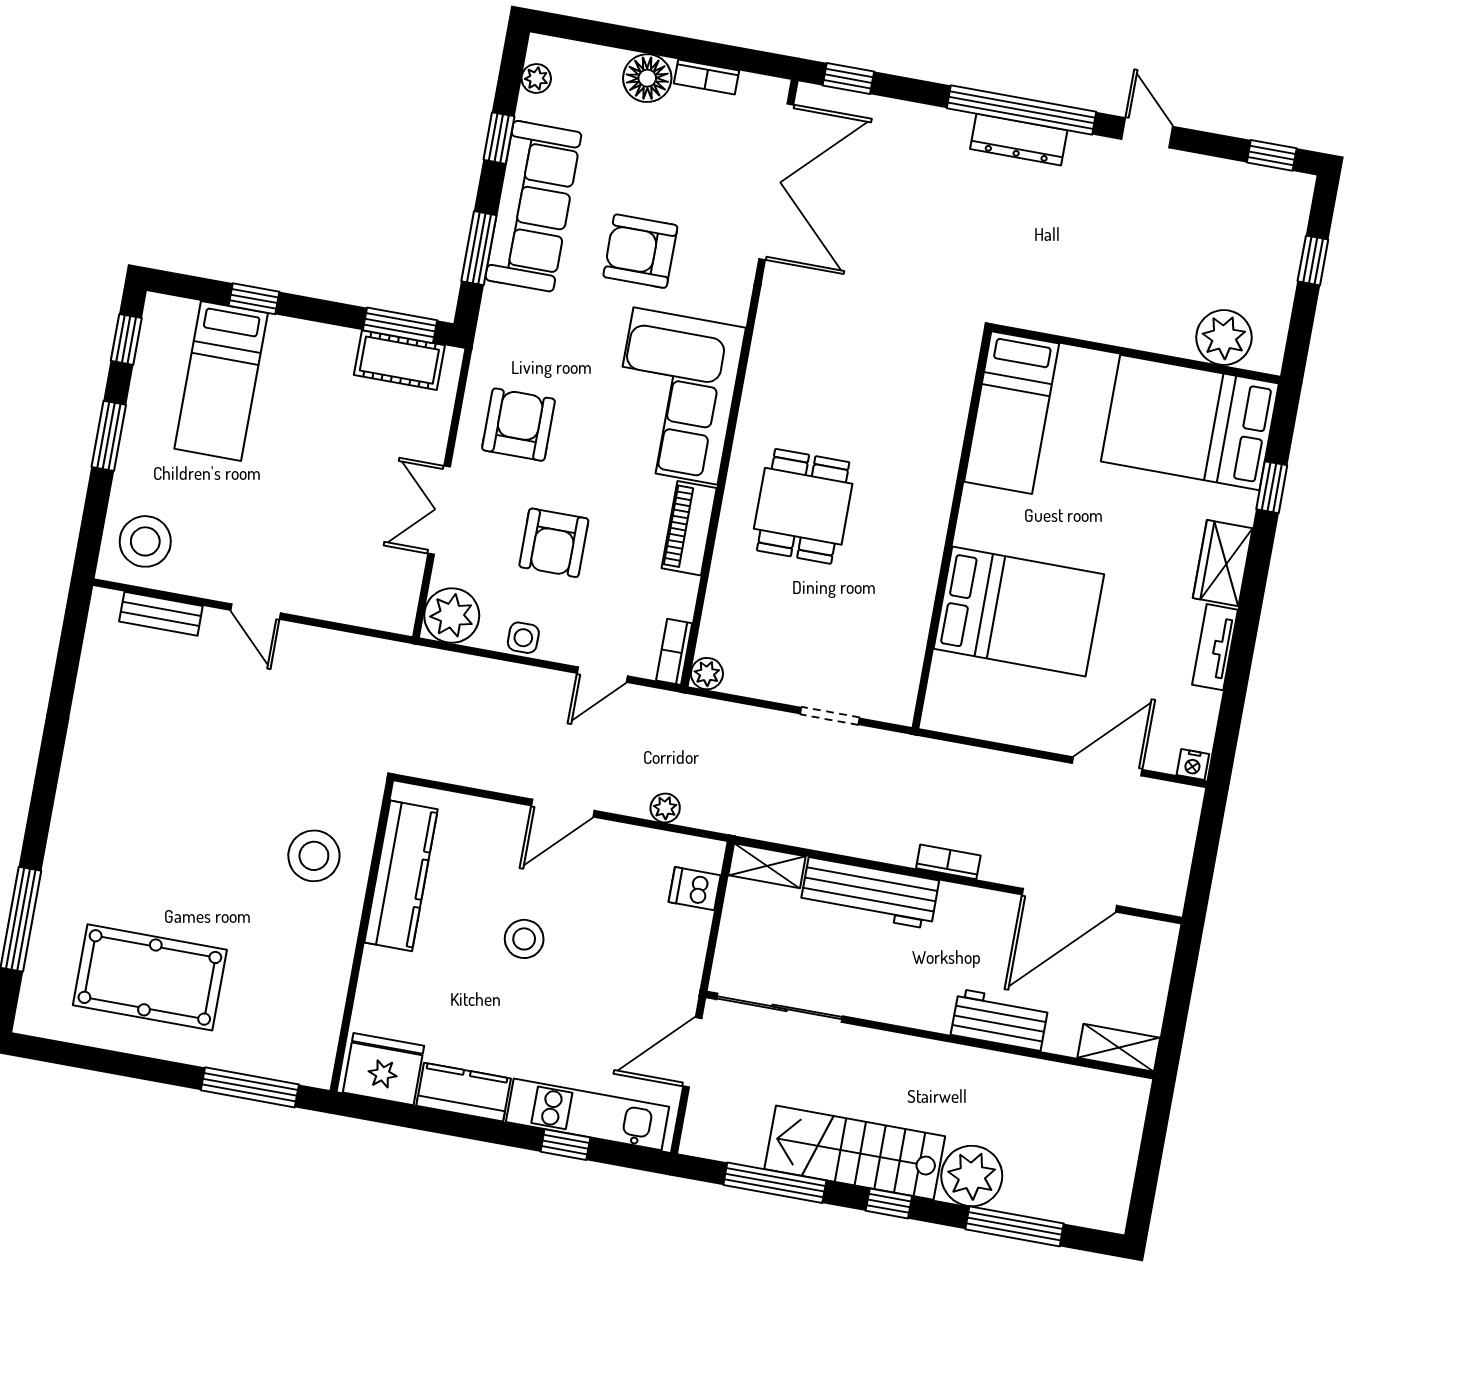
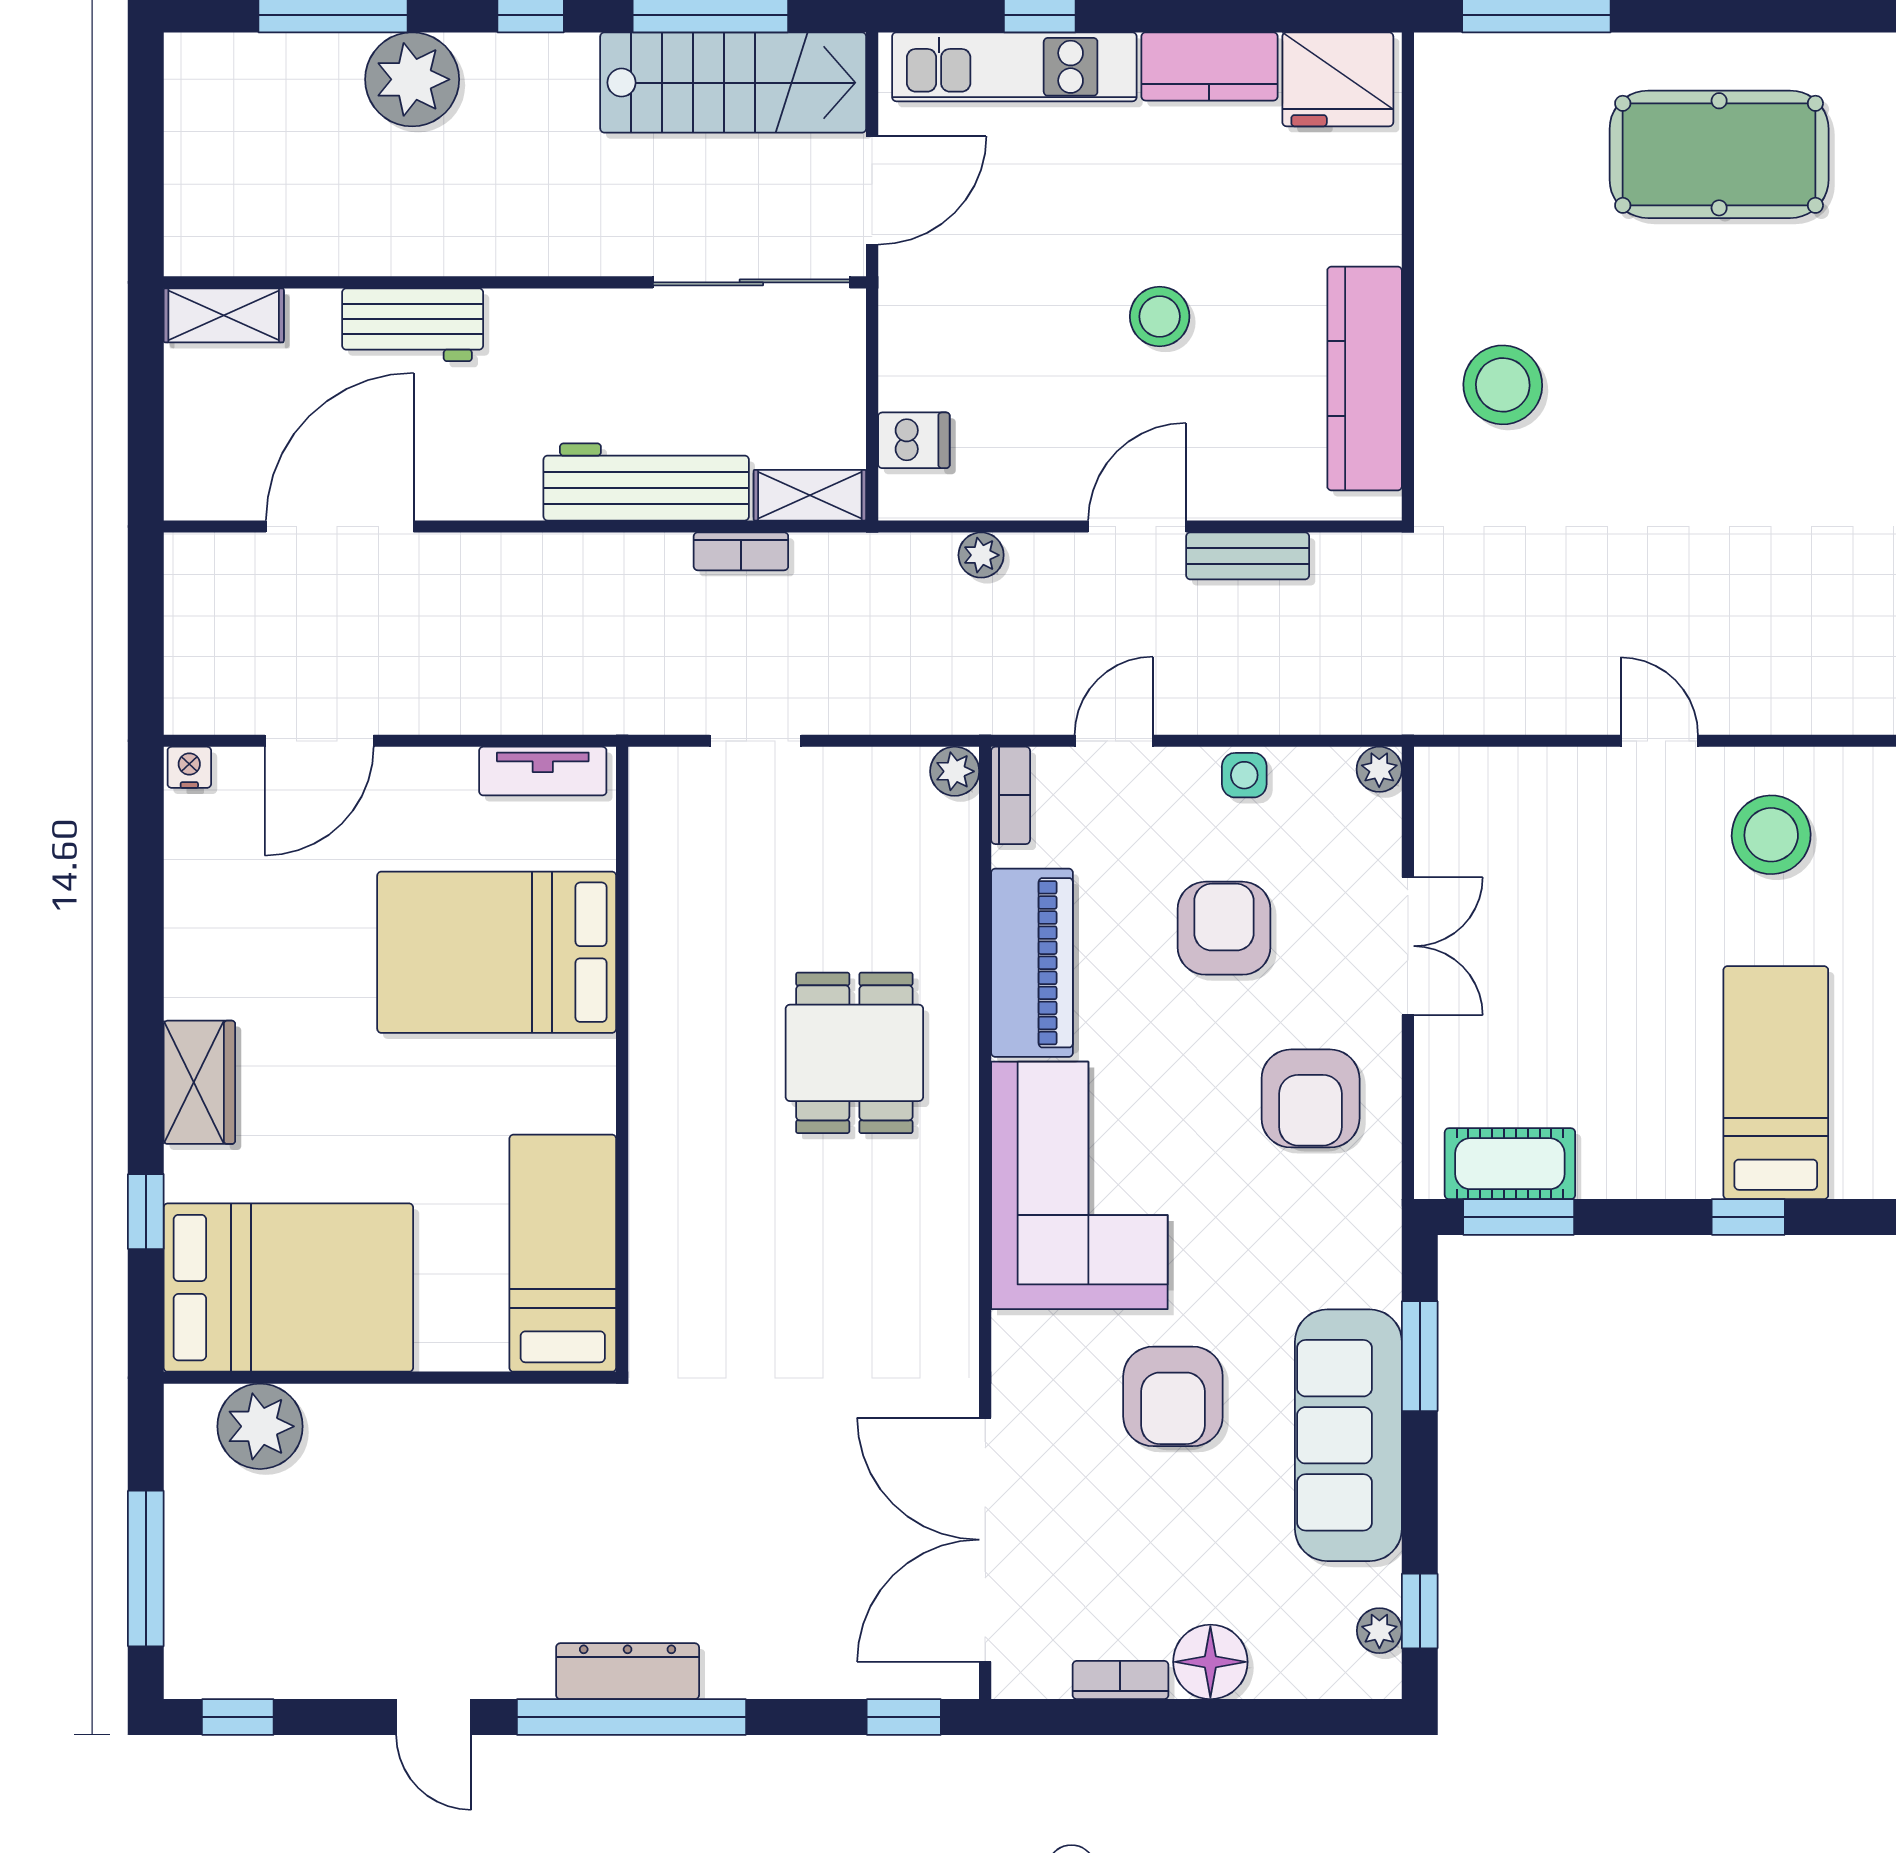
window: (499, 138) -> (1420, 1611), moved
armchair: (640, 251) -> (1173, 1396), turned 90
window: (1313, 260) -> (146, 1568), width x2.17
piano: (689, 528) -> (1032, 963), width x1.37, depth x1.33
stool: (145, 541) -> (1771, 835), moved
bench: (161, 614) -> (1248, 556), moved
plant: (452, 616) -> (1379, 769), width x0.53, depth x0.53
tv unit: (1215, 647) -> (543, 771), moved, turned 90
bookcase: (948, 862) -> (741, 551), moved
stairs: (855, 1153) -> (733, 83), moved

